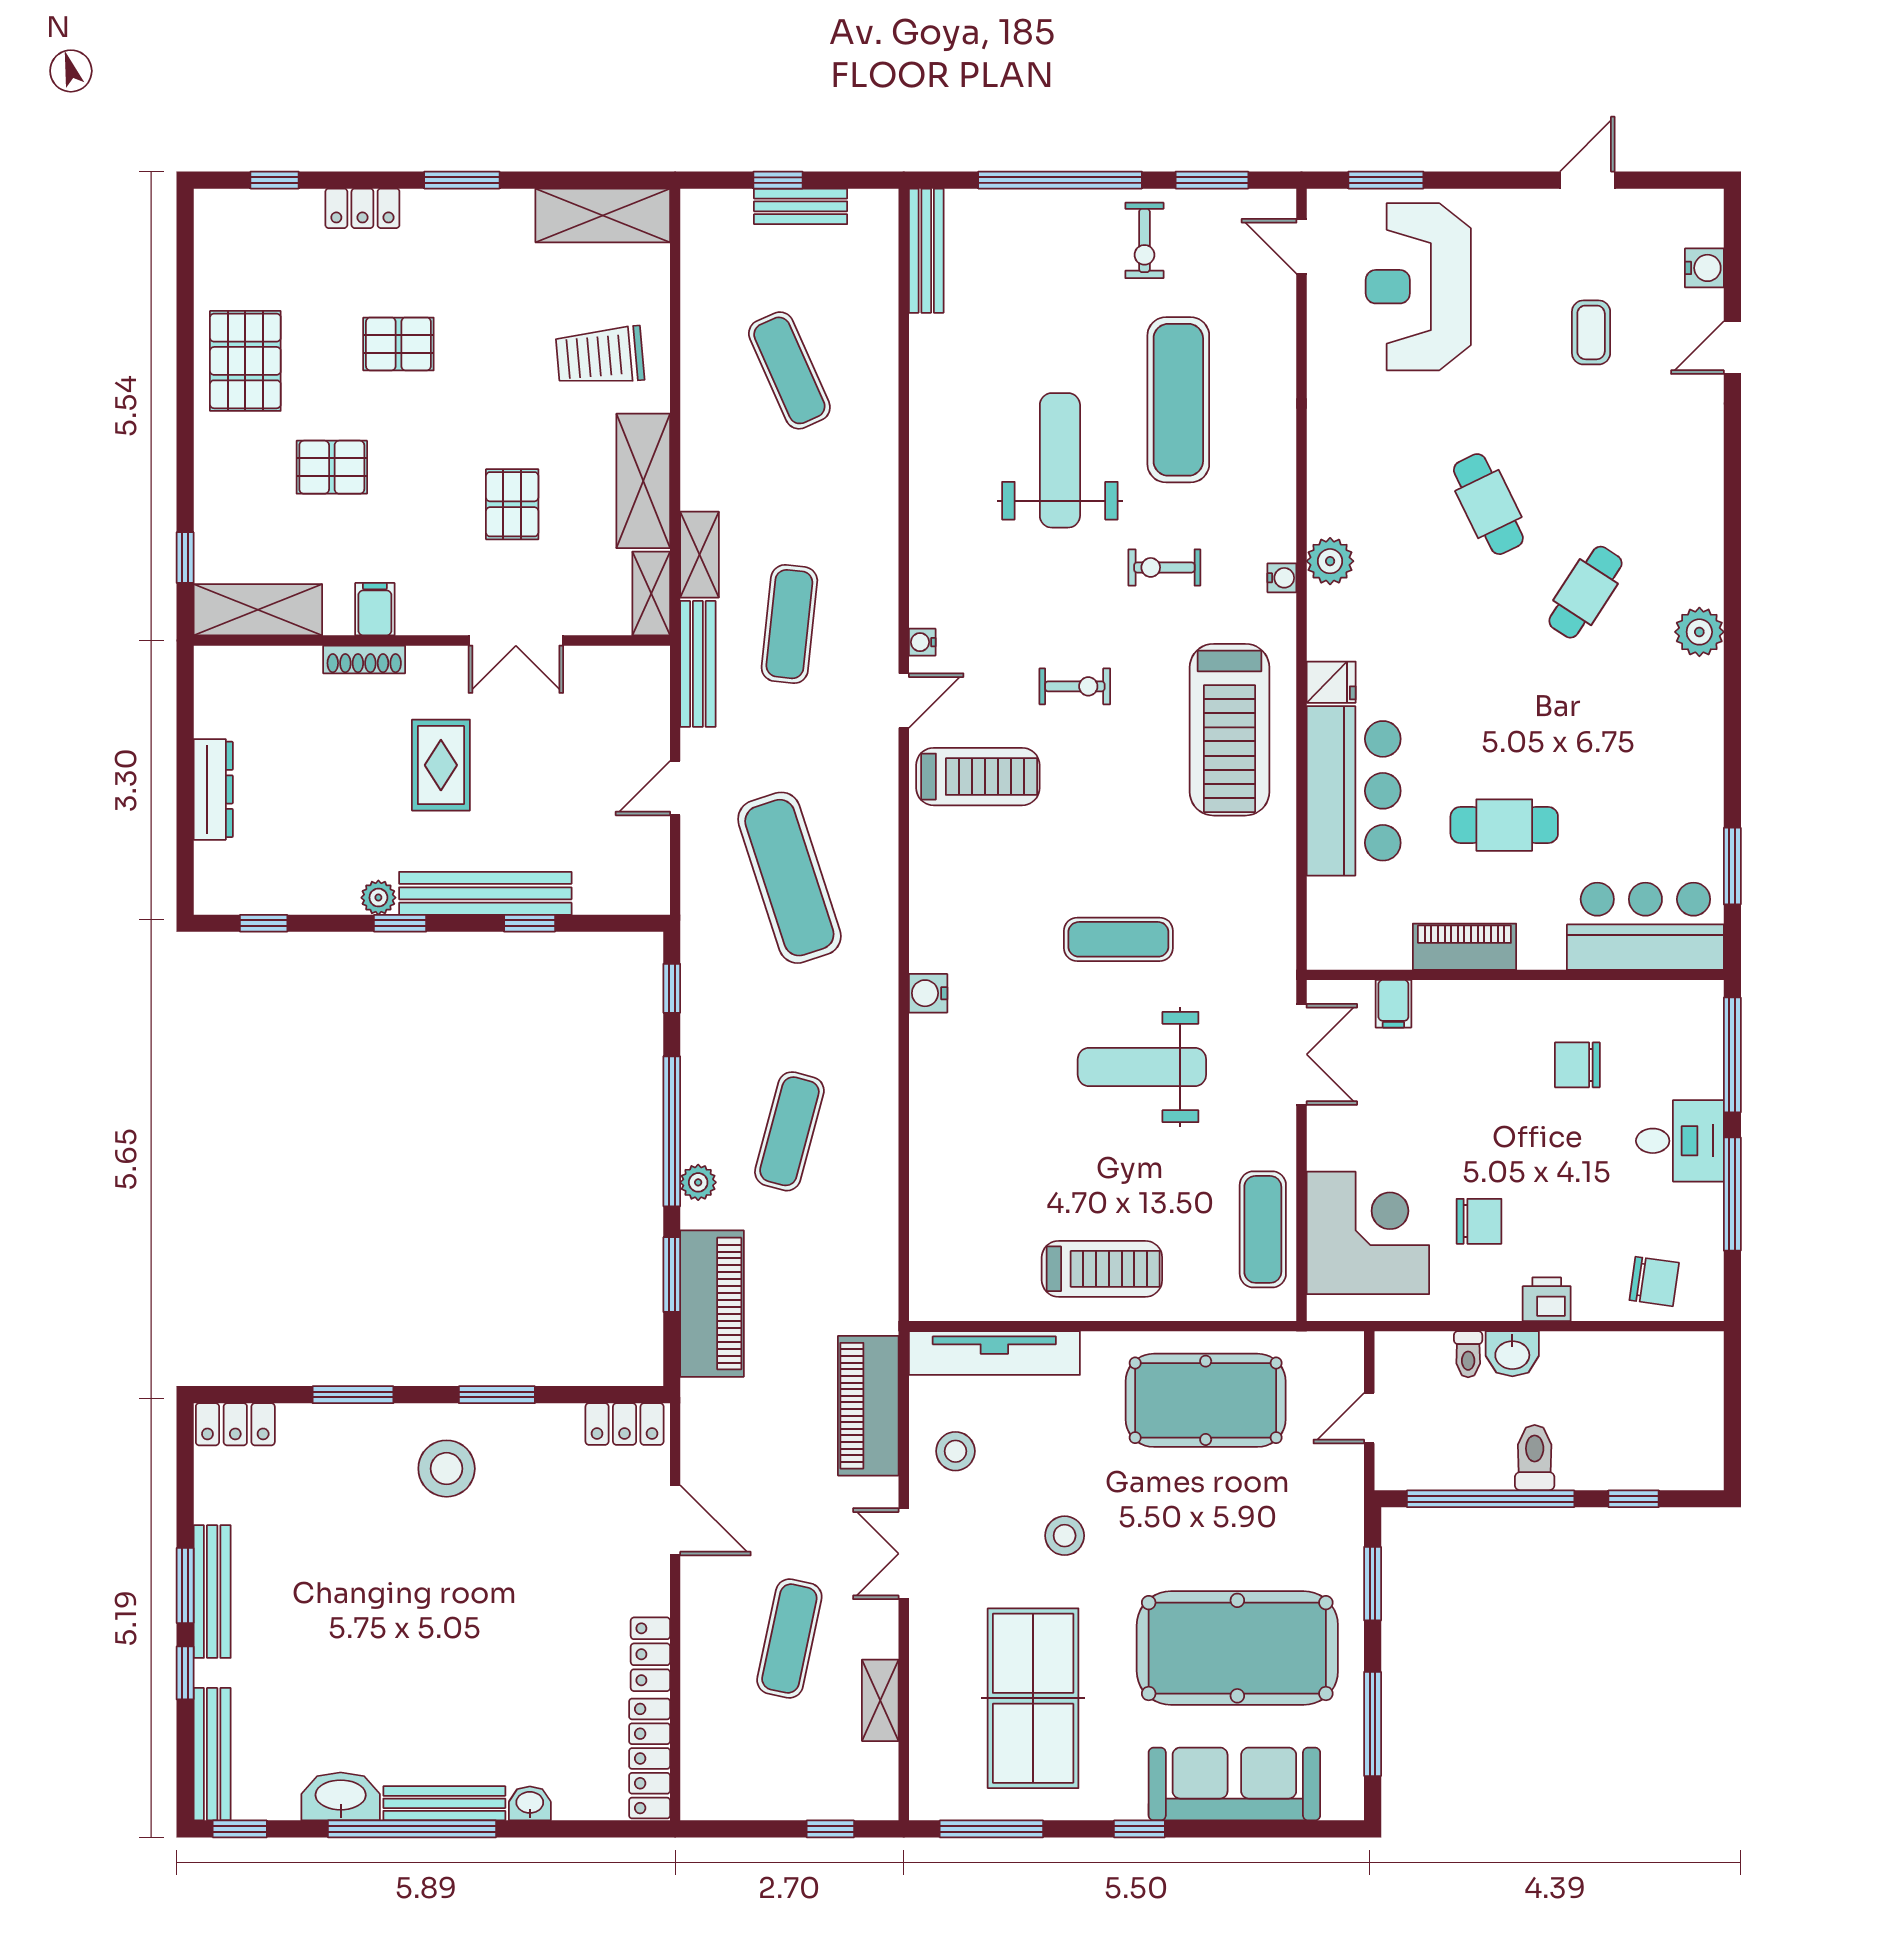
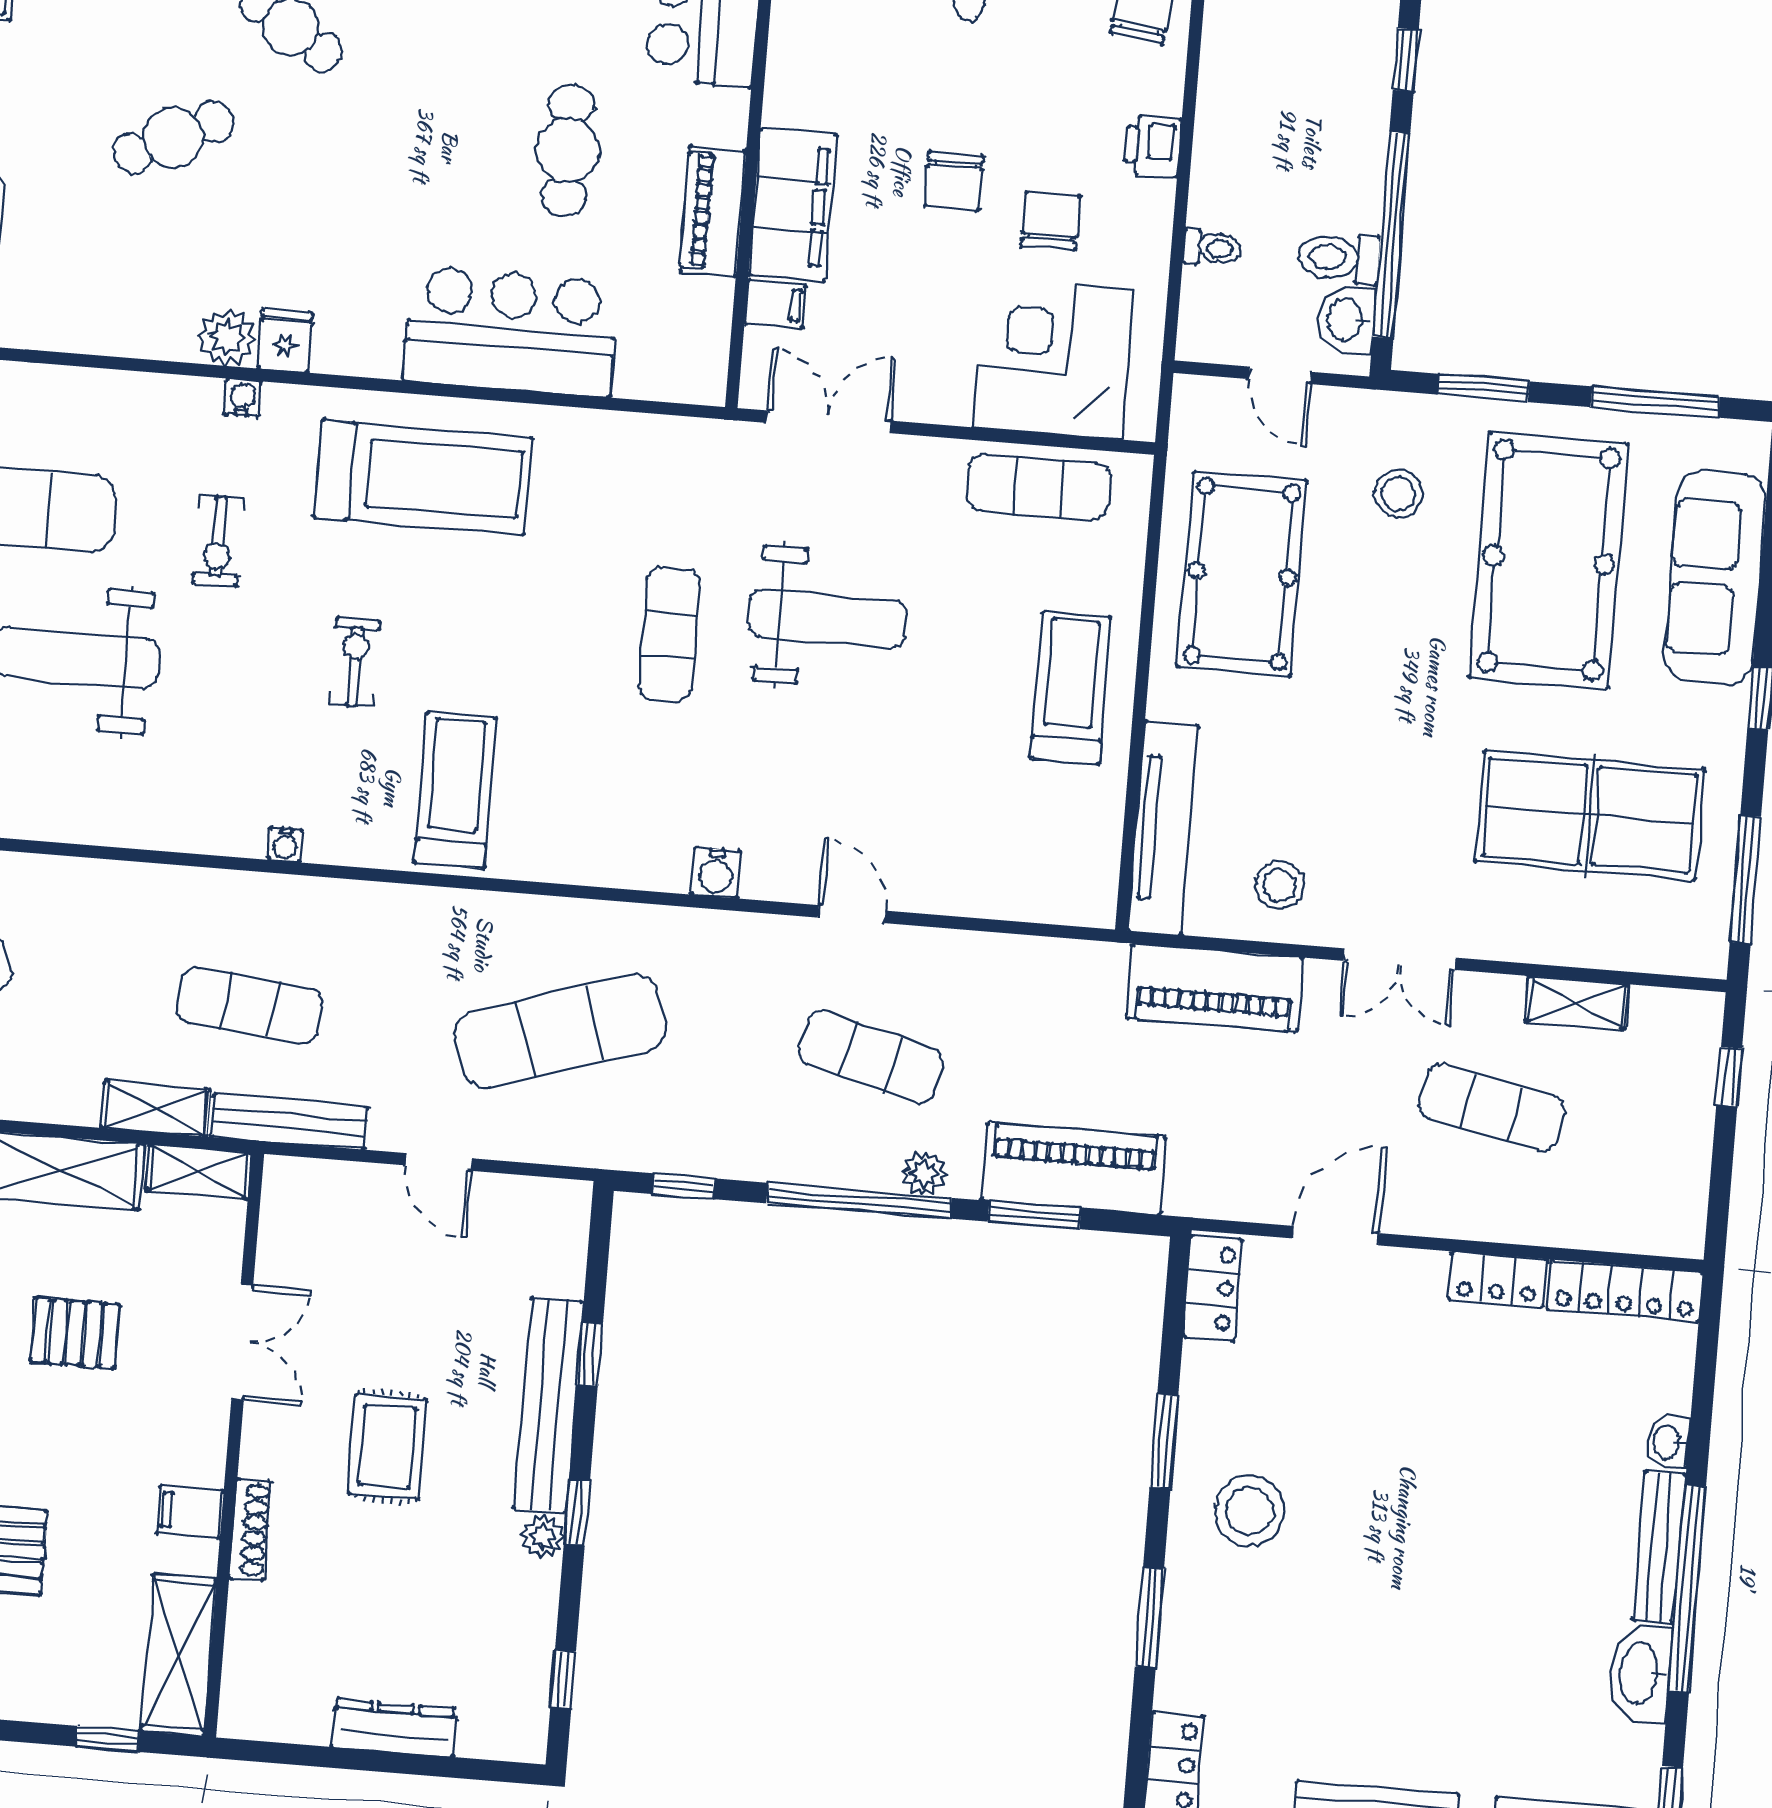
fridge: (1331, 682) -> (285, 341), moved
door: (904, 701) -> (852, 914), moved
rug: (441, 765) -> (387, 1446), turned 90
filing cabinet: (1475, 1011) -> (793, 205), added
chair: (1577, 1065) -> (954, 181), moved
weight bench: (1142, 1067) -> (828, 618), turned -90
washbasin: (1512, 1354) -> (1346, 320), moved, turned 180
toilet: (1535, 1458) -> (1339, 258), moved
stool: (1065, 1536) -> (1398, 494), moved

